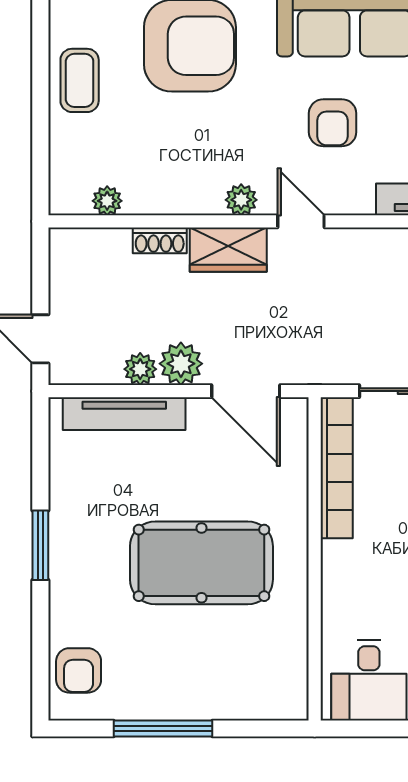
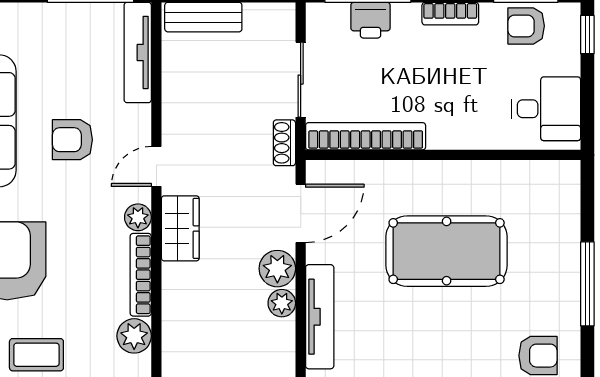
armchair: (333, 123) -> (72, 140), turned 180
plant: (107, 201) -> (134, 336), width x1.38, depth x1.38
bookcase: (174, 203) -> (141, 275), added
shoe rack: (160, 240) -> (284, 143), moved, turned 180
pool table: (201, 563) -> (447, 251), turned 90

